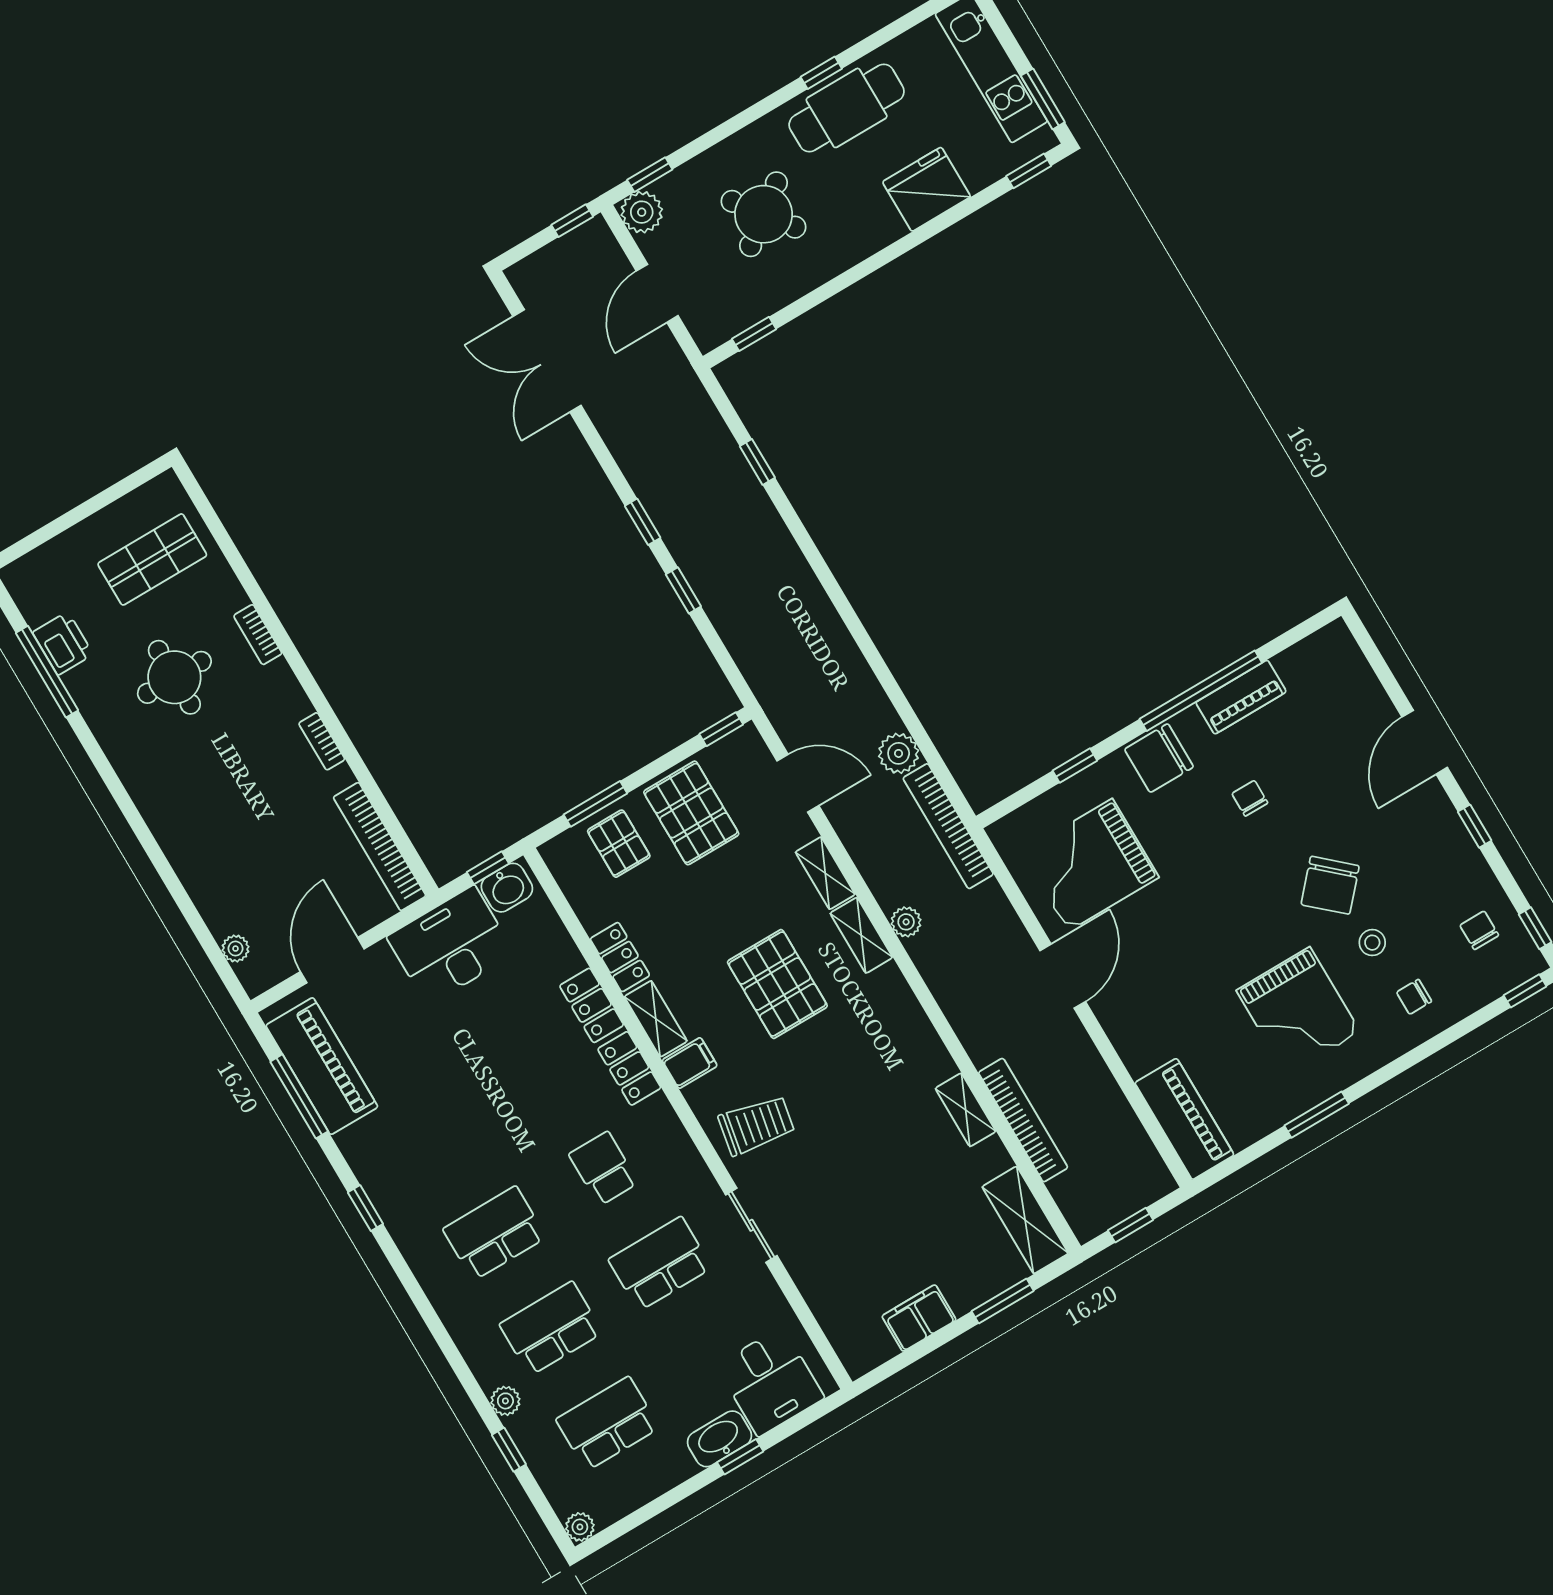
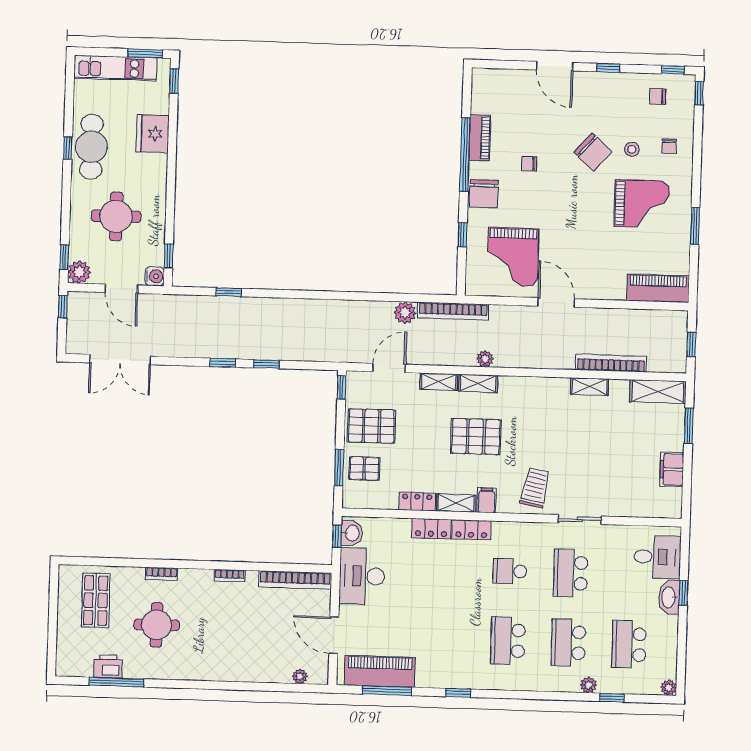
round table: (764, 214) -> (116, 216), turned 37
water cooler: (709, 332) -> (155, 276), added

